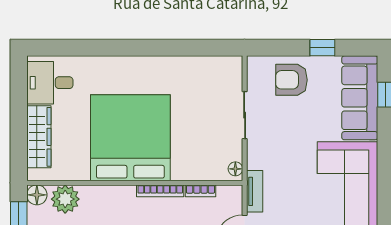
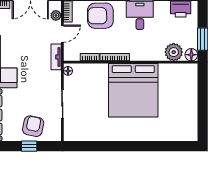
window: (322, 48) -> (29, 146), moved
armchair: (291, 80) -> (33, 126), turned -78
desk: (50, 83) -> (183, 124), removed
wardrobe: (39, 137) -> (190, 91), removed

